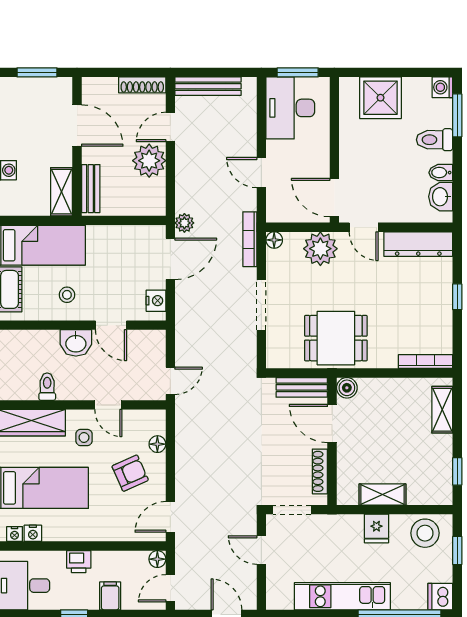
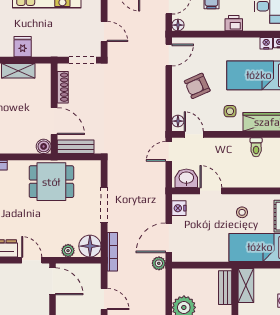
floor lamp: (274, 240) -> (90, 246), width x1.89, depth x1.89
plant: (320, 249) -> (68, 251), width x0.53, depth x0.53
washbasin: (76, 343) -> (186, 178), moved
door: (108, 405) -> (194, 134), moved
floor lamp: (157, 444) -> (178, 121), moved

